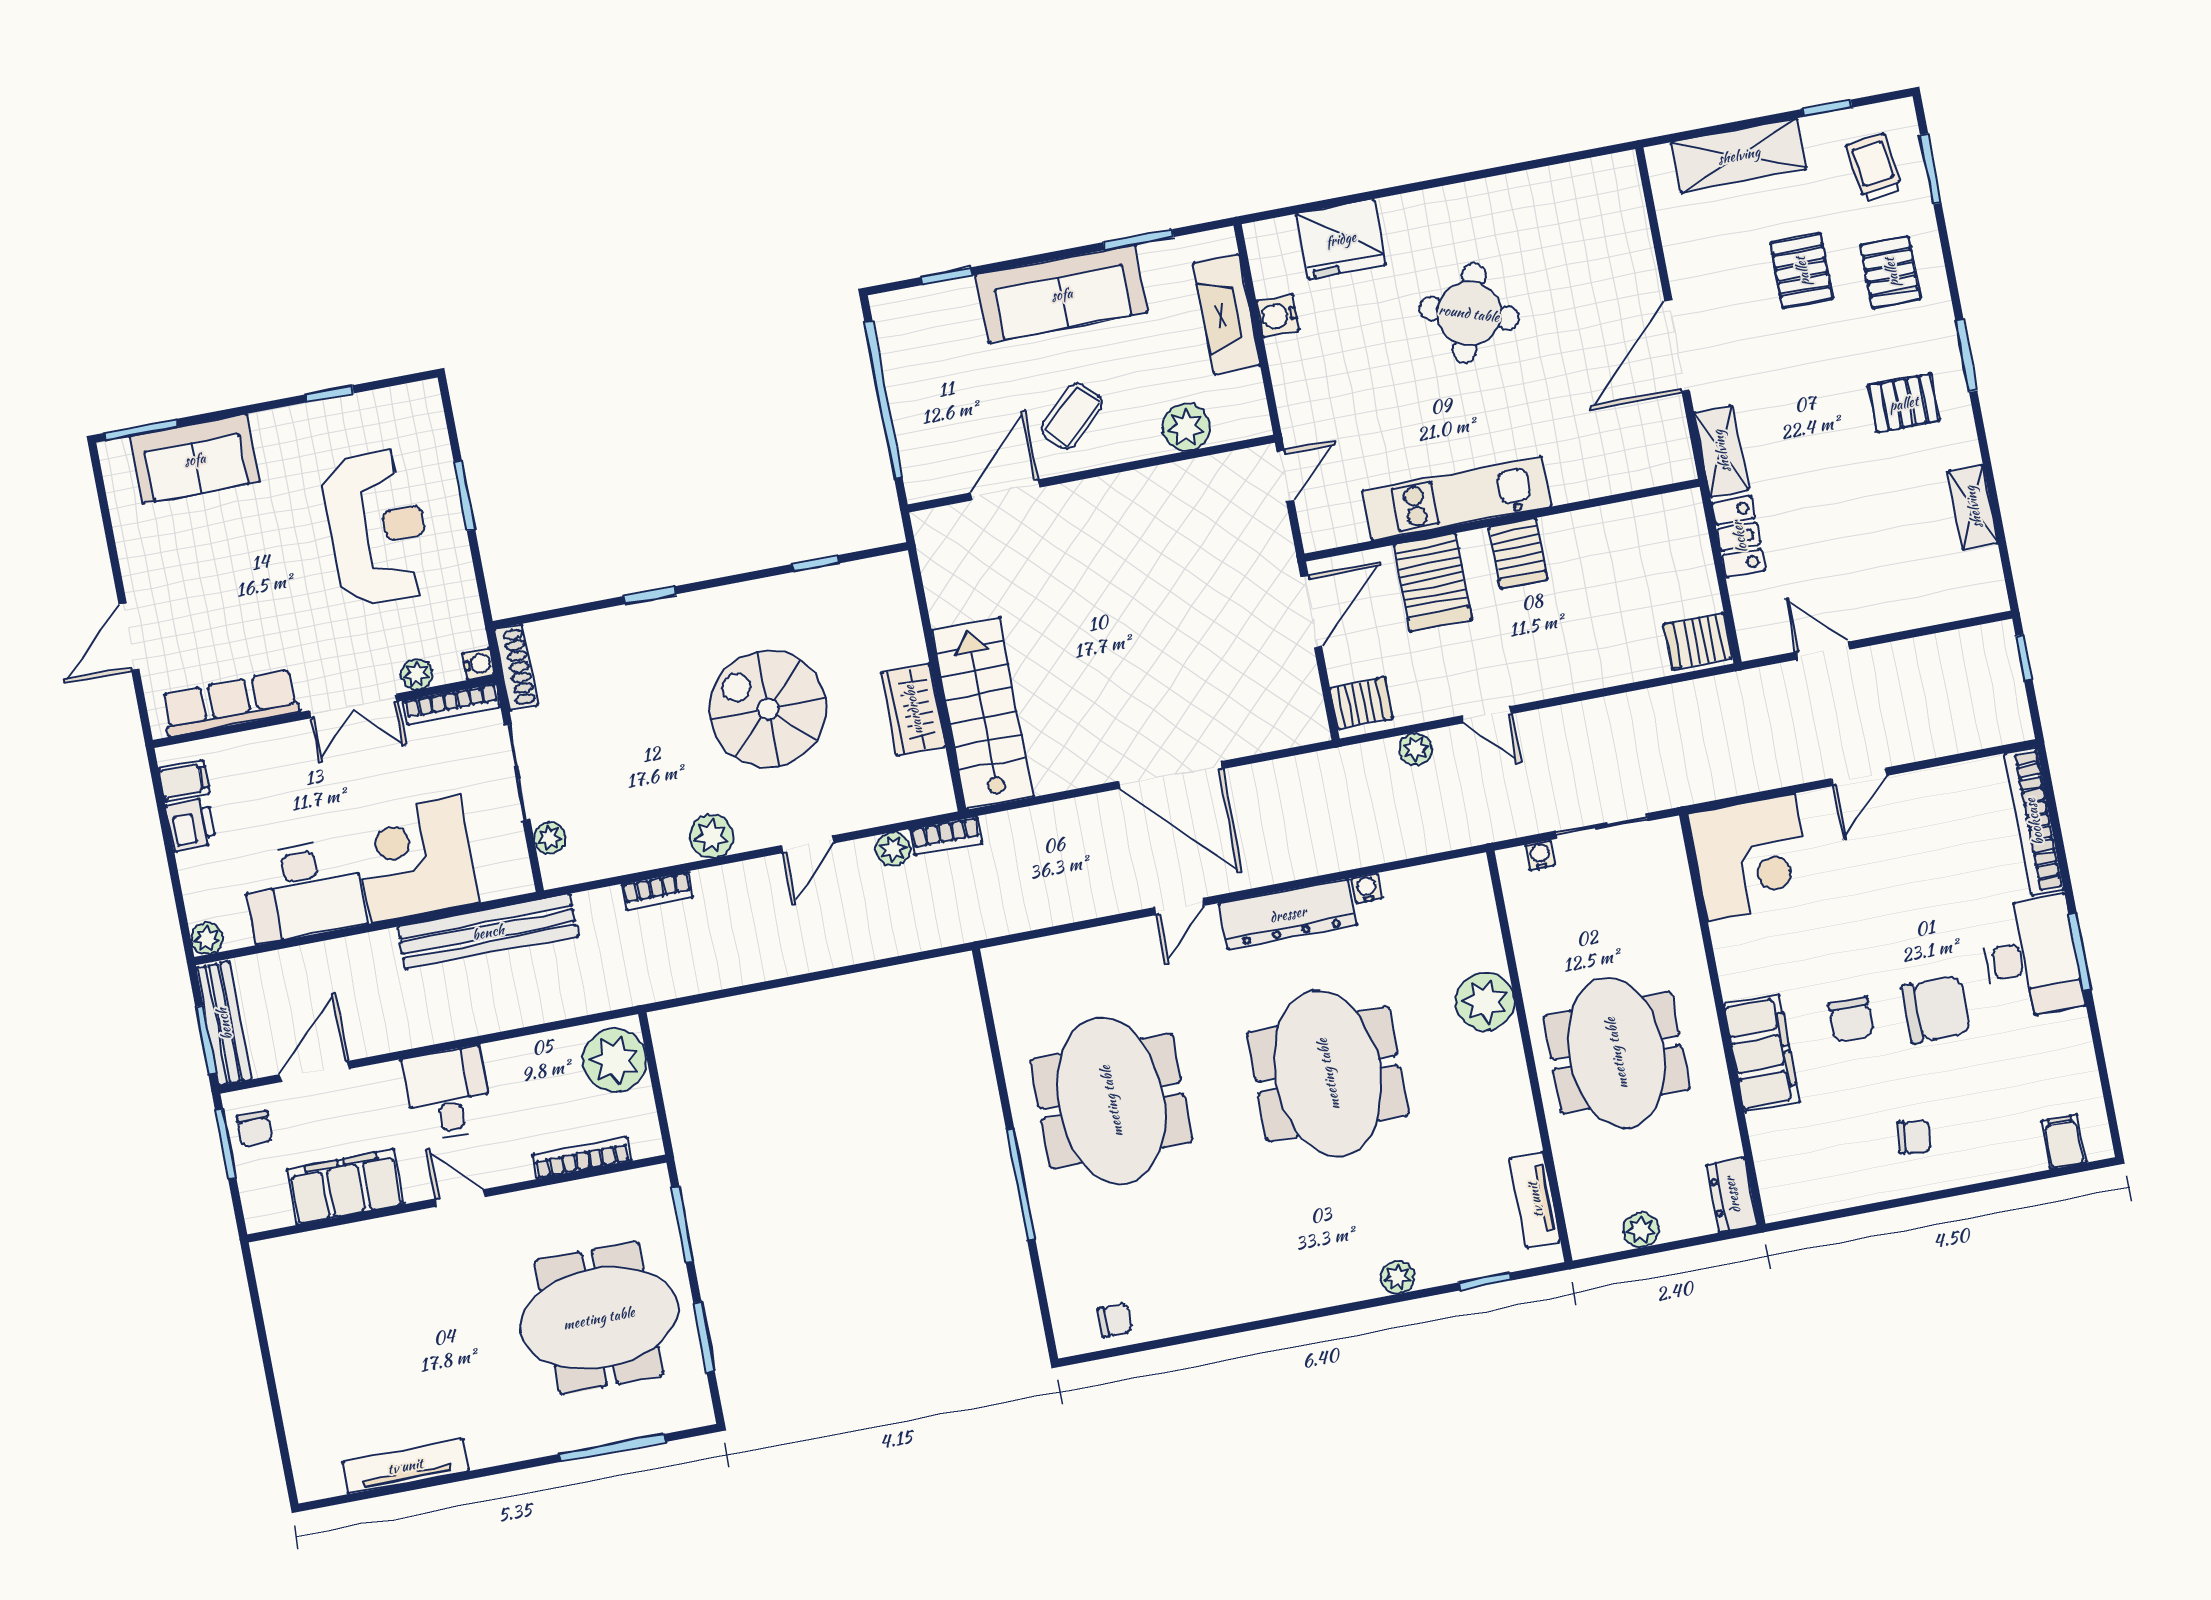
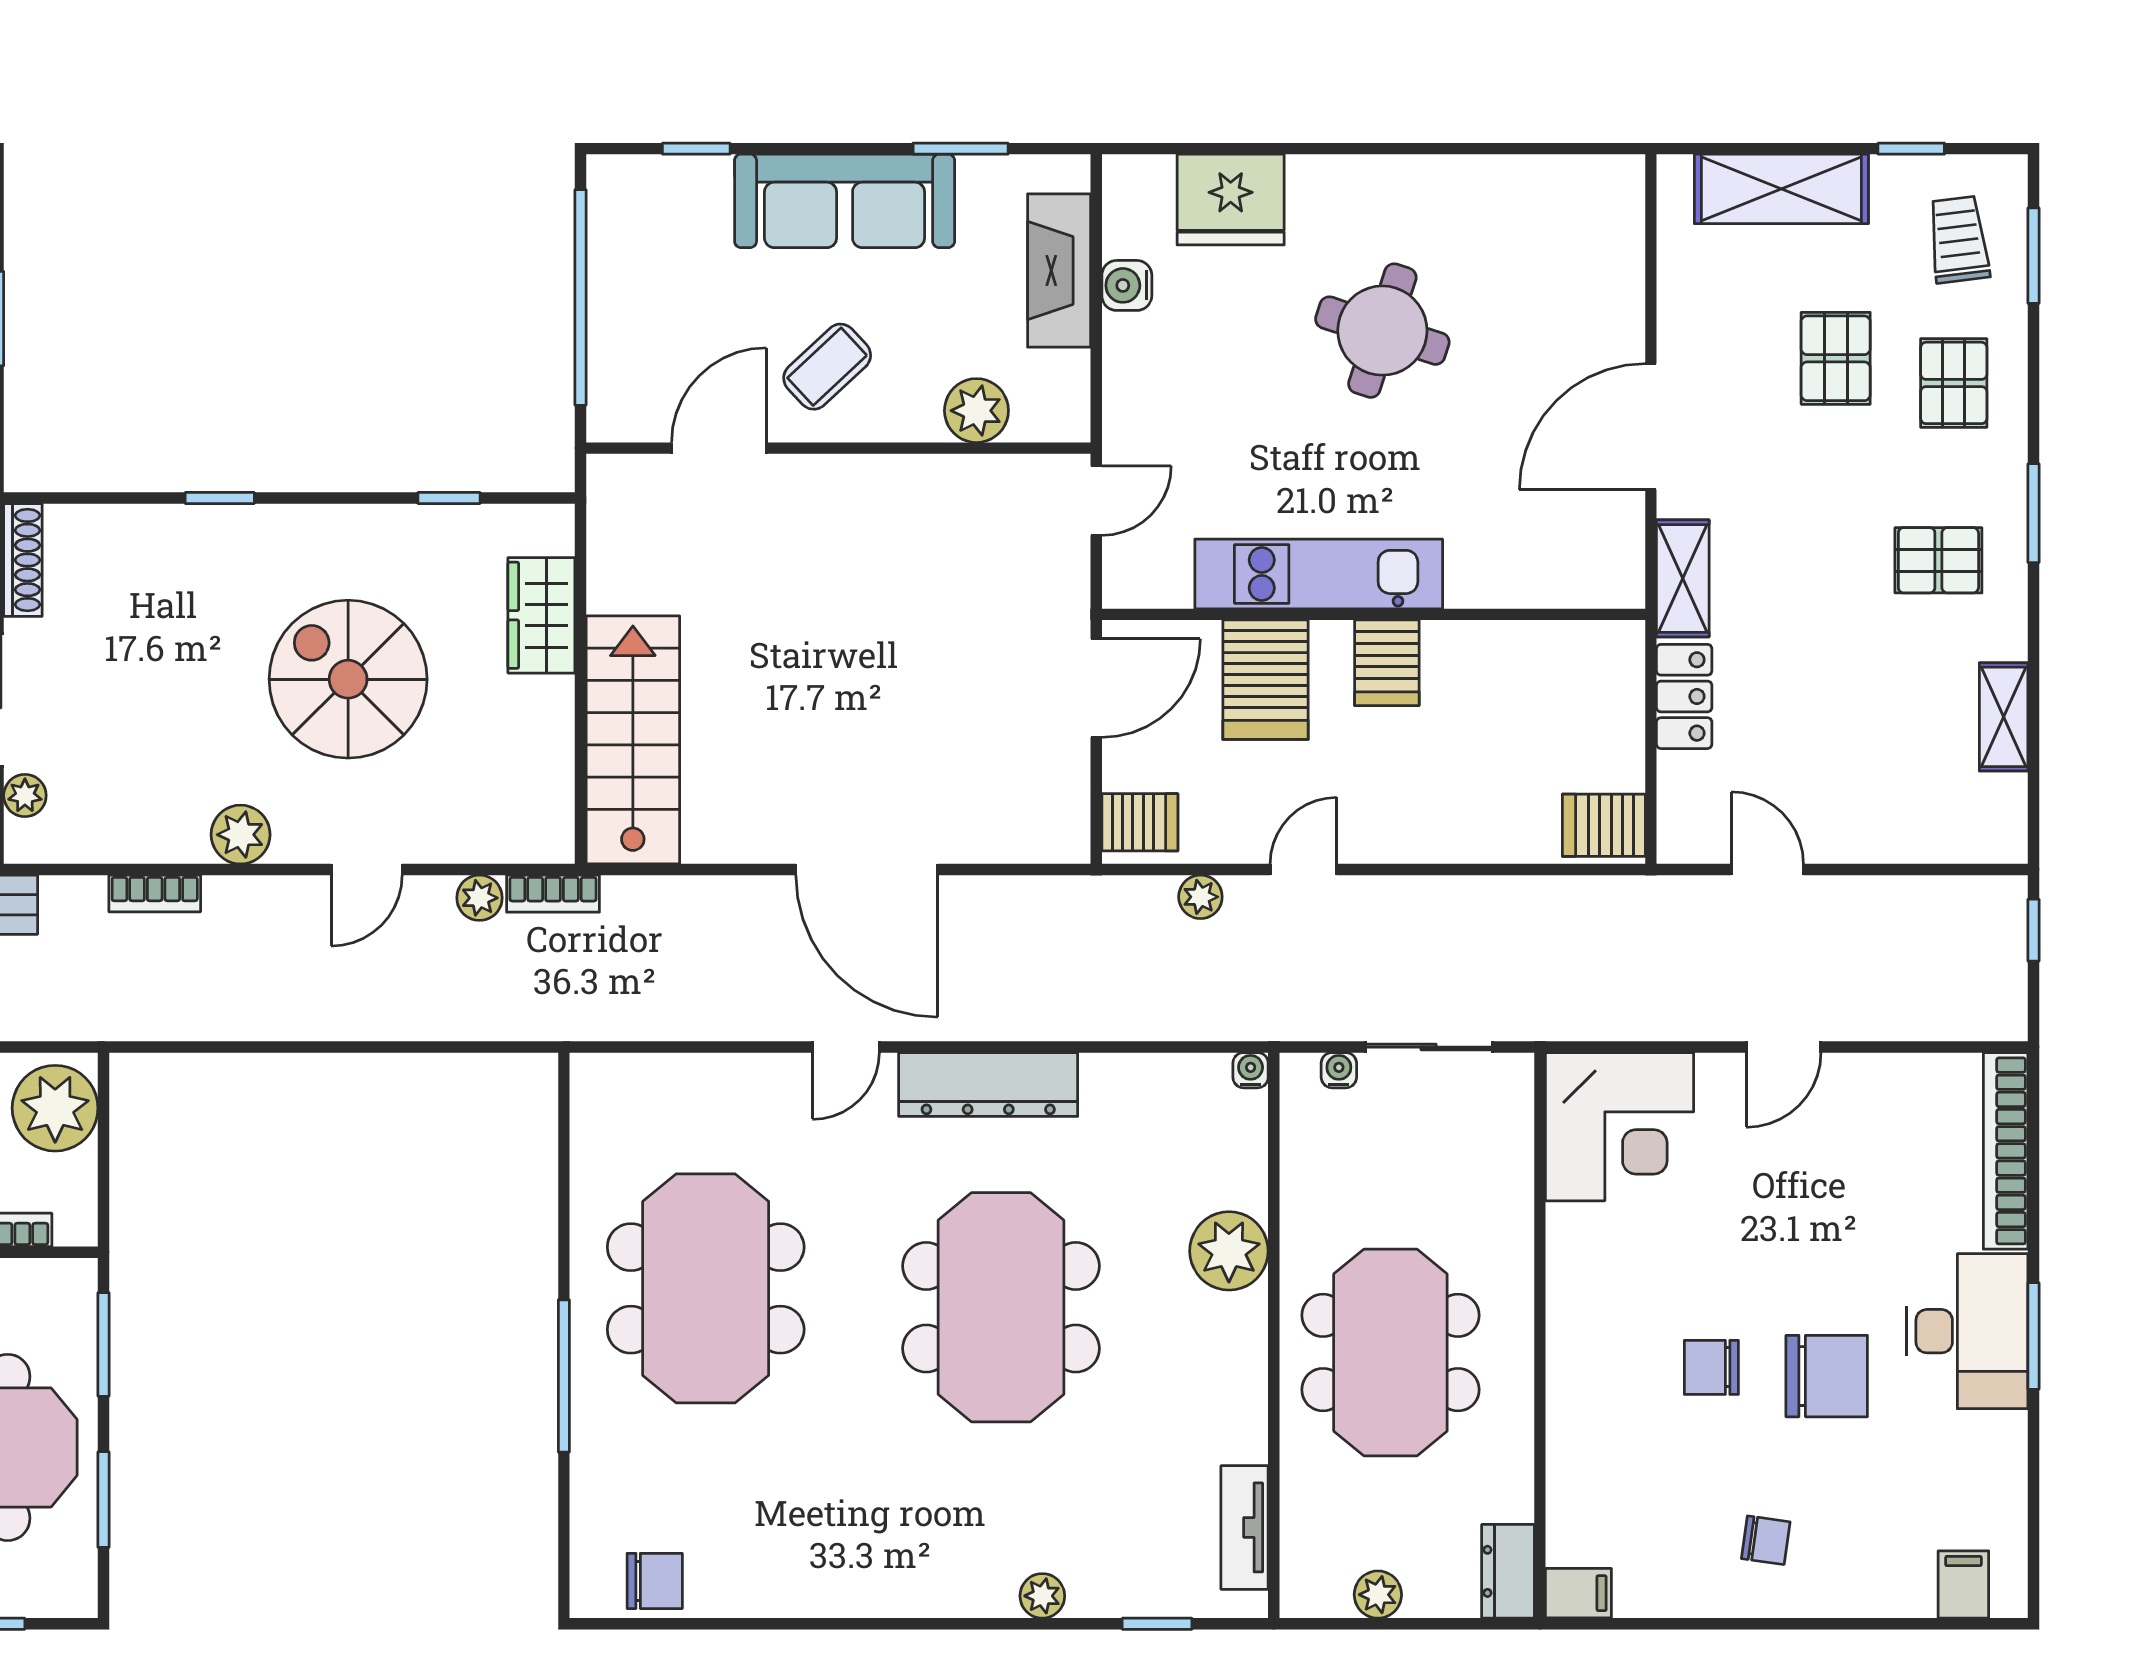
wardrobe: (913, 710) -> (541, 615), moved
door: (1486, 715) -> (1303, 870), swing flipped
water cooler: (1367, 888) -> (1251, 1070), moved
chair: (1851, 1019) -> (1711, 1367), turned 90
filing cabinet: (1762, 1053) -> (1578, 1593), moved, width x0.33, depth x0.86
chair: (1115, 1320) -> (655, 1581), width x1.37, depth x1.37

